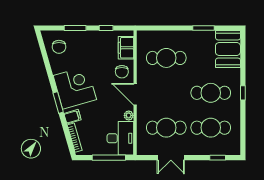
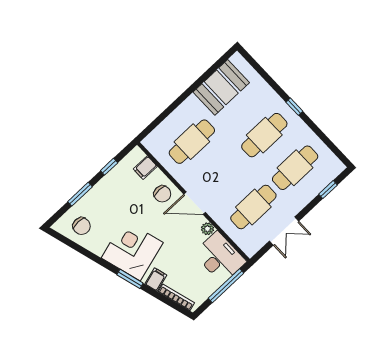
window: (204, 28) -> (200, 81), removed
filing cabinet: (126, 48) -> (145, 168), width x0.50
booth: (228, 49) -> (221, 87), moved, turned 90

